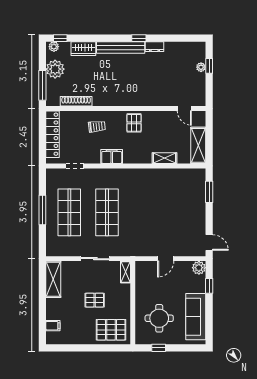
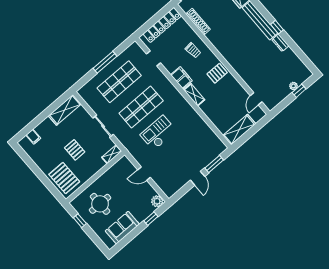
shelving: (164, 158) -> (194, 95), moved
checkout: (141, 217) -> (158, 133), added
door: (209, 243) -> (198, 178), moved
sofa: (196, 317) -> (122, 228), width x0.73

